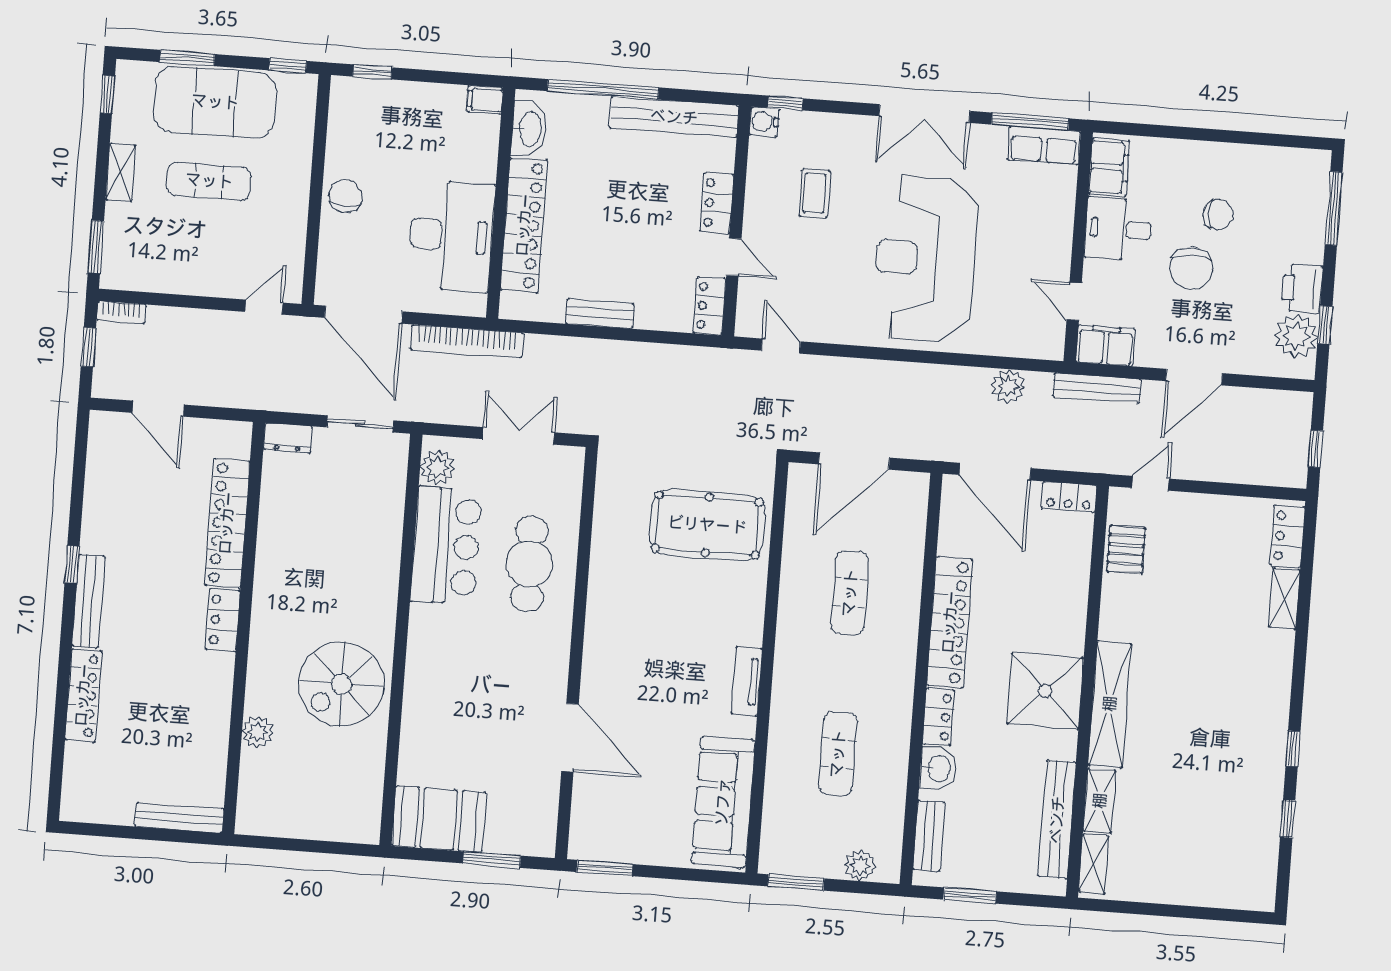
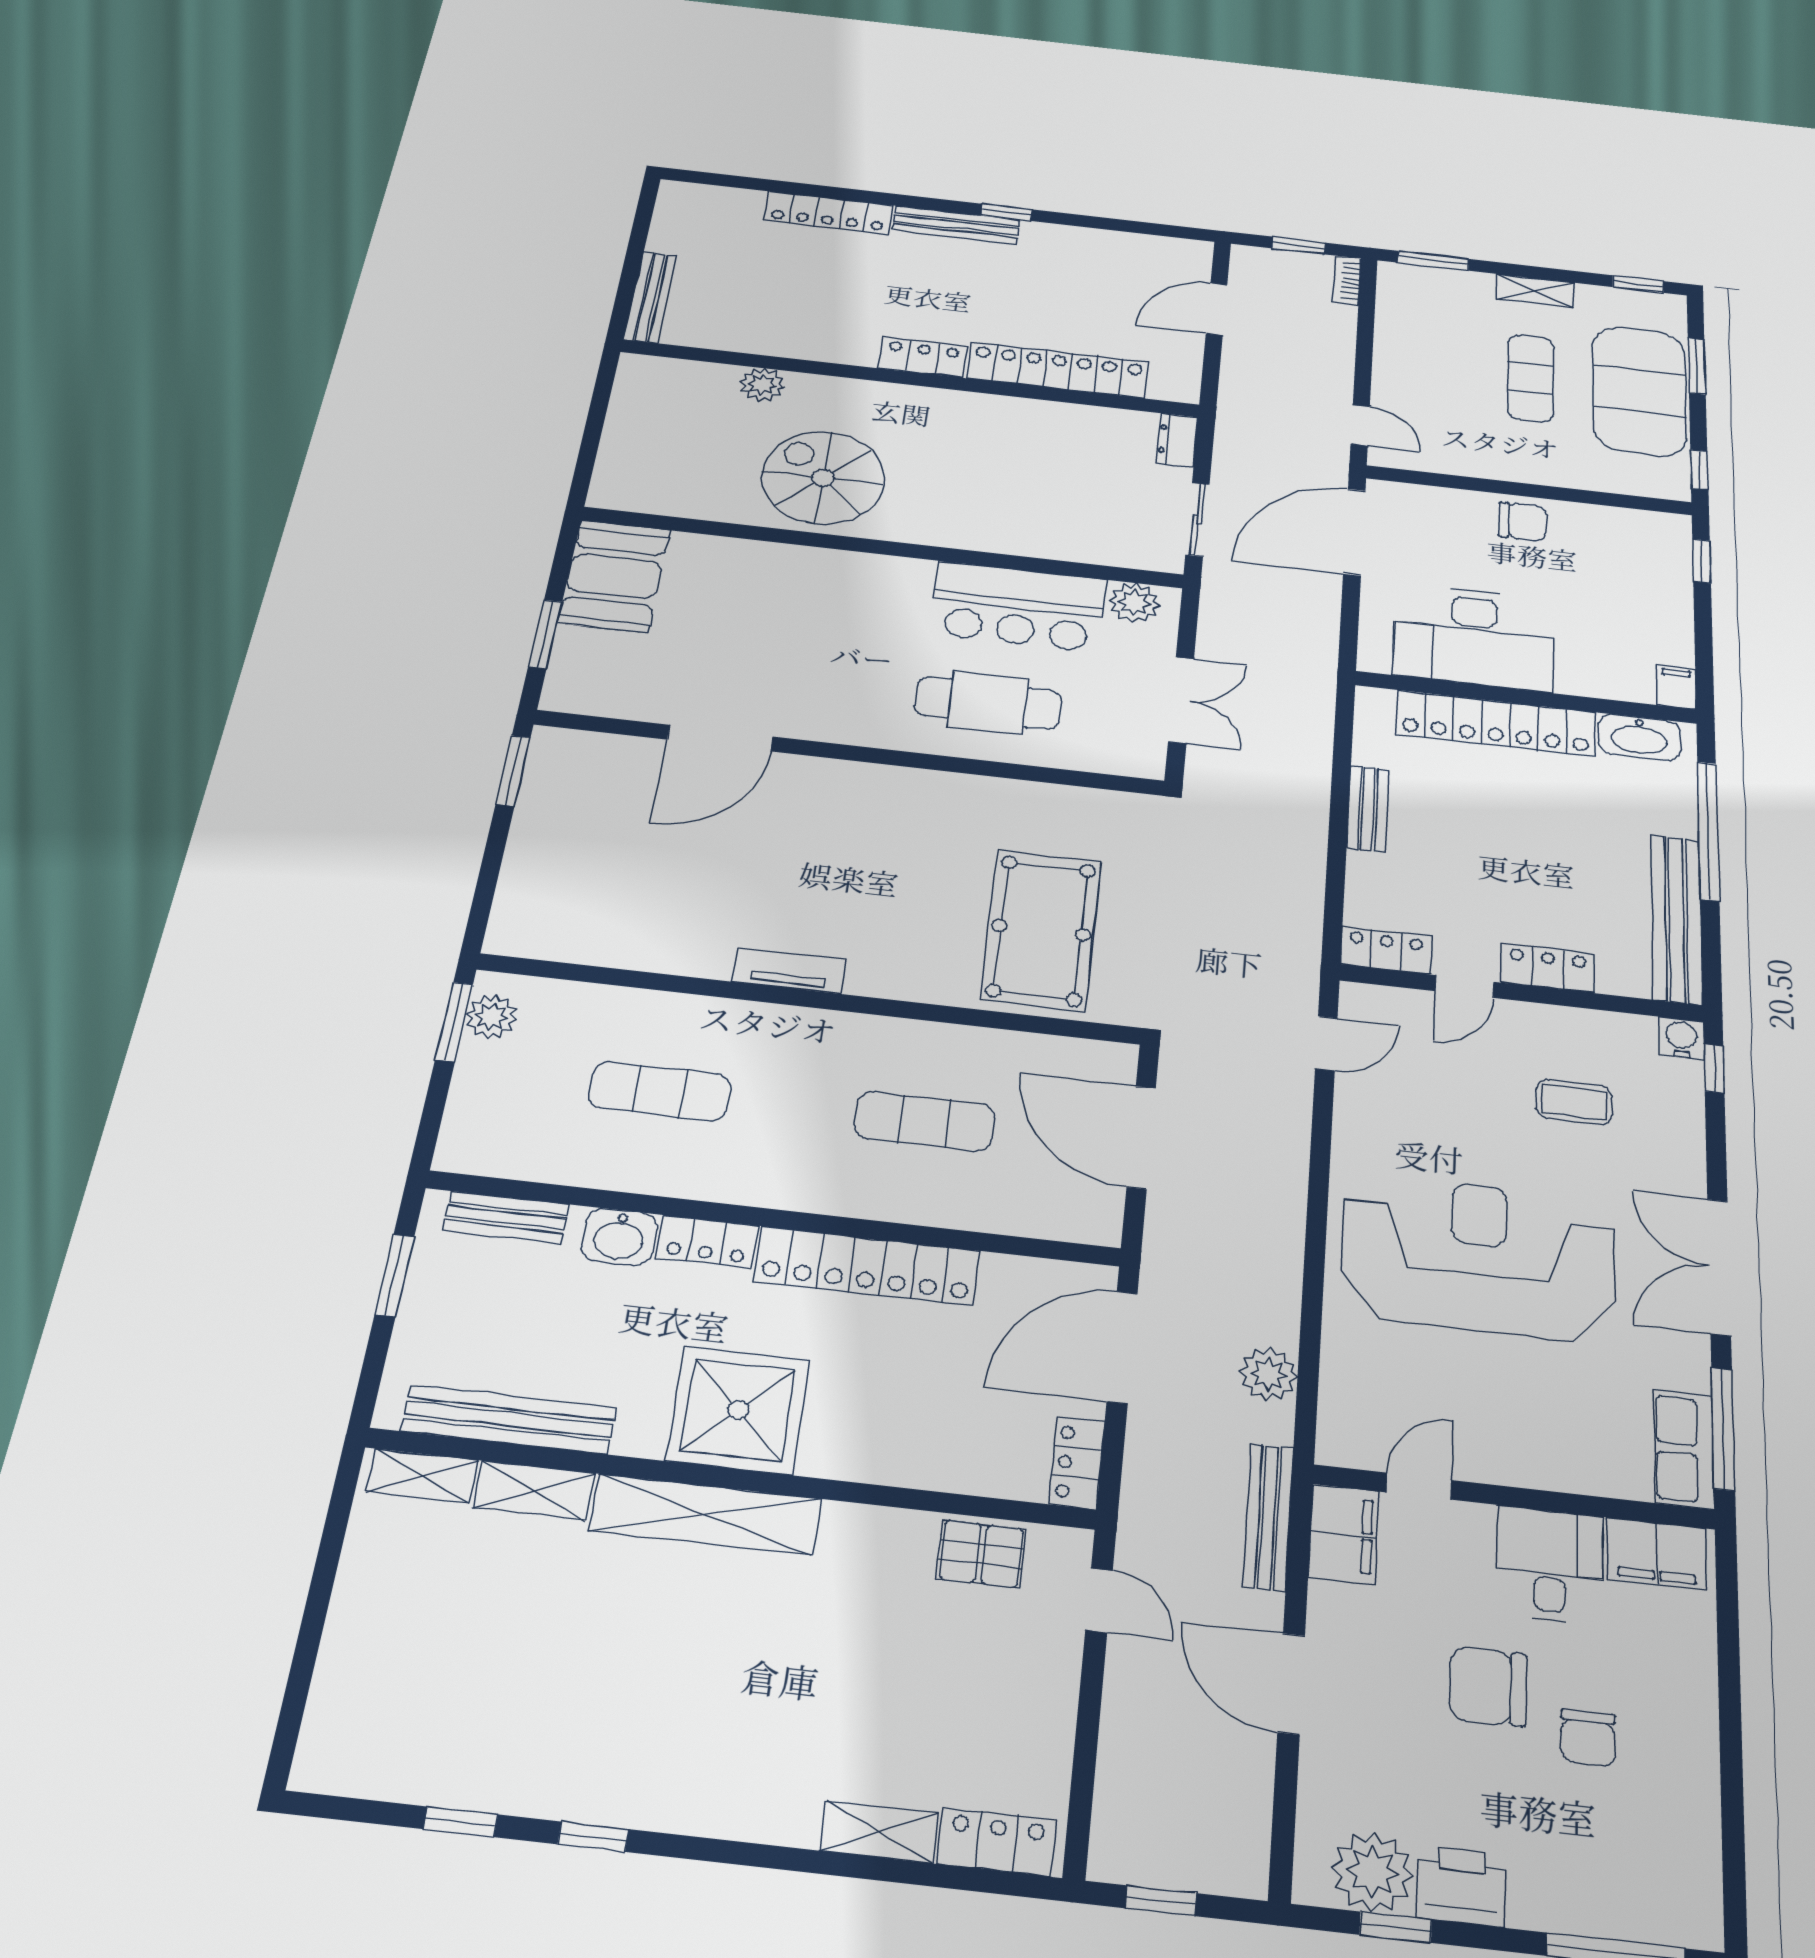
bookcase: (467, 341) -> (1320, 647), removed
sofa: (723, 802) -> (598, 929), removed
plant: (860, 865) -> (491, 1017), moved

